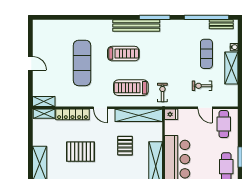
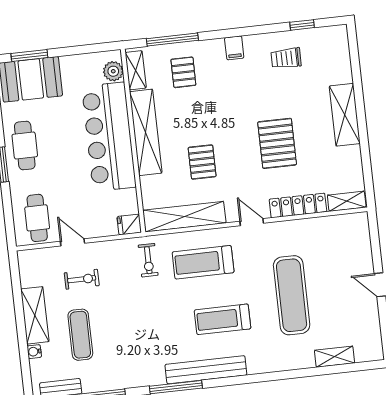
treadmill: (131, 88) -> (203, 262), turned 180
shelving: (44, 102) -> (335, 357), moved
pallet: (81, 152) -> (277, 143), turned 90

